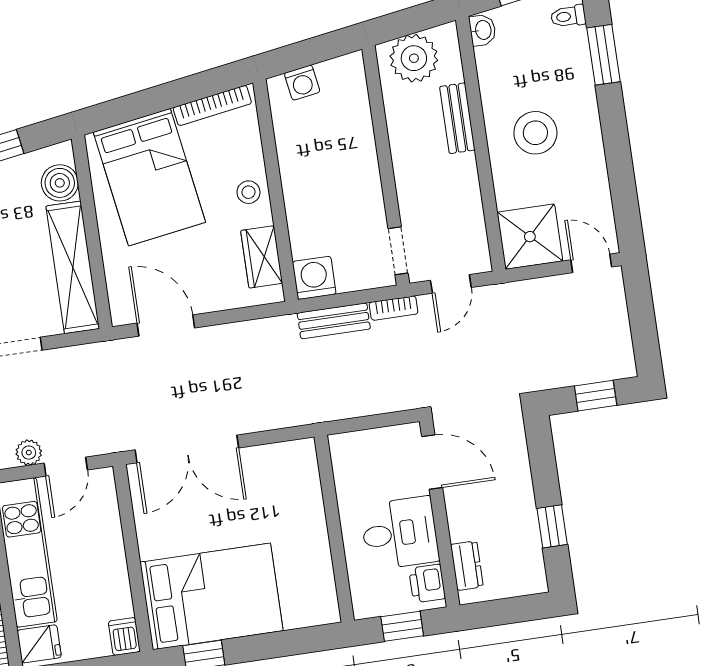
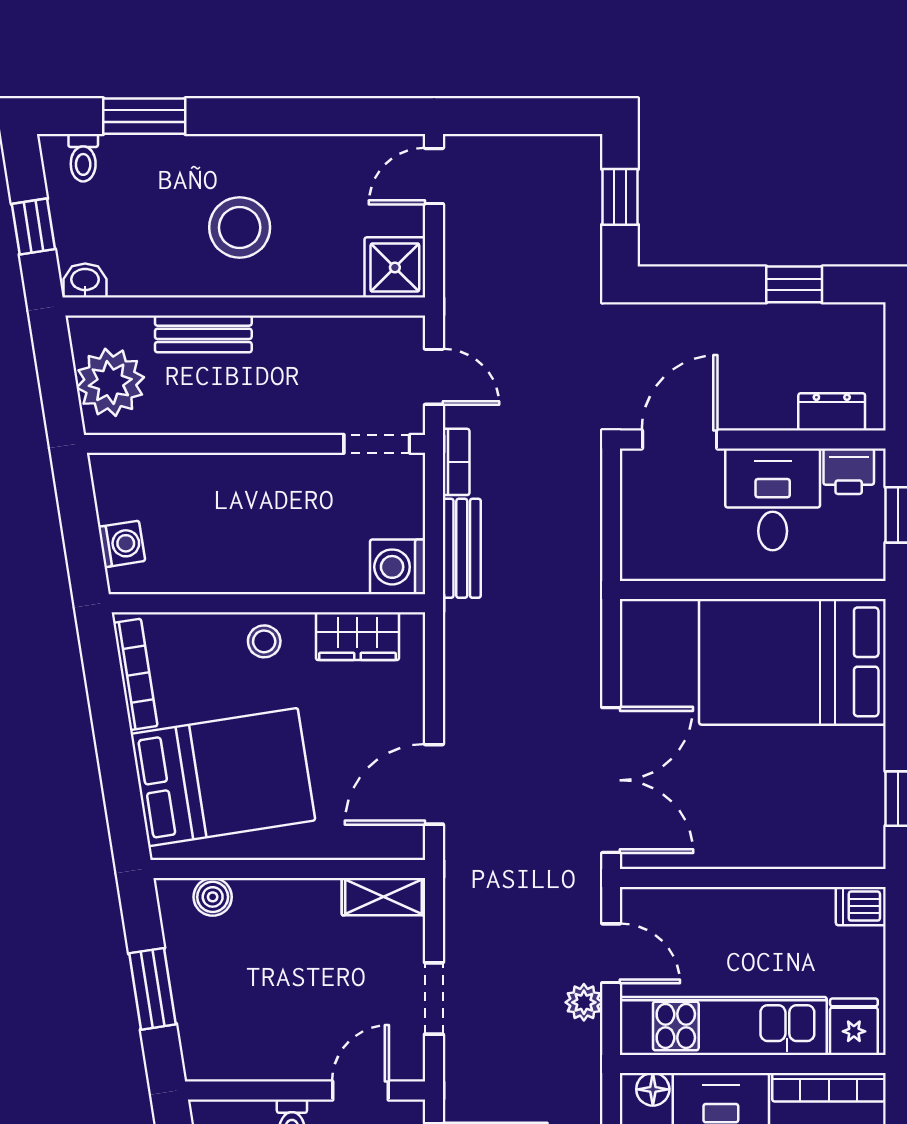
boiler: (60, 183) -> (213, 897), width x0.73, depth x0.73
shower: (530, 237) -> (395, 267), width x0.73, depth x0.73
shelving: (73, 267) -> (383, 897), width x0.45, depth x0.75
bed: (211, 596) -> (792, 662), moved, turned -90

